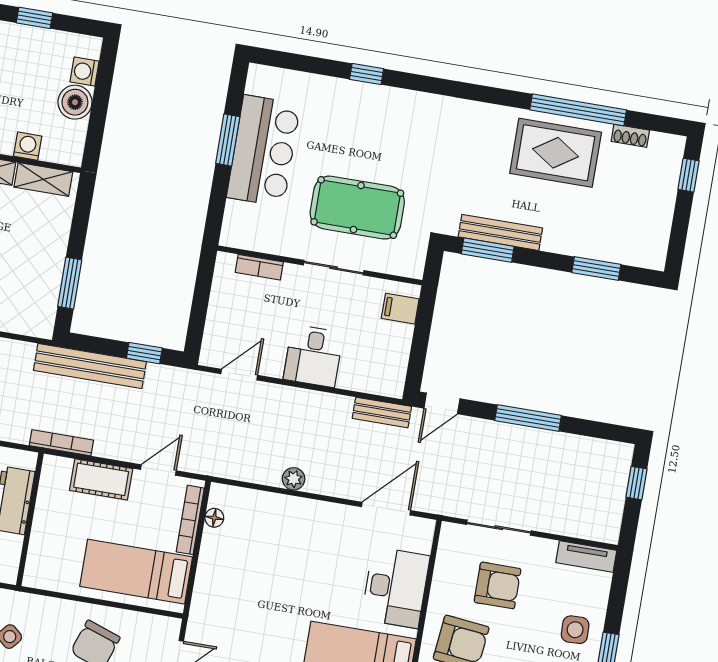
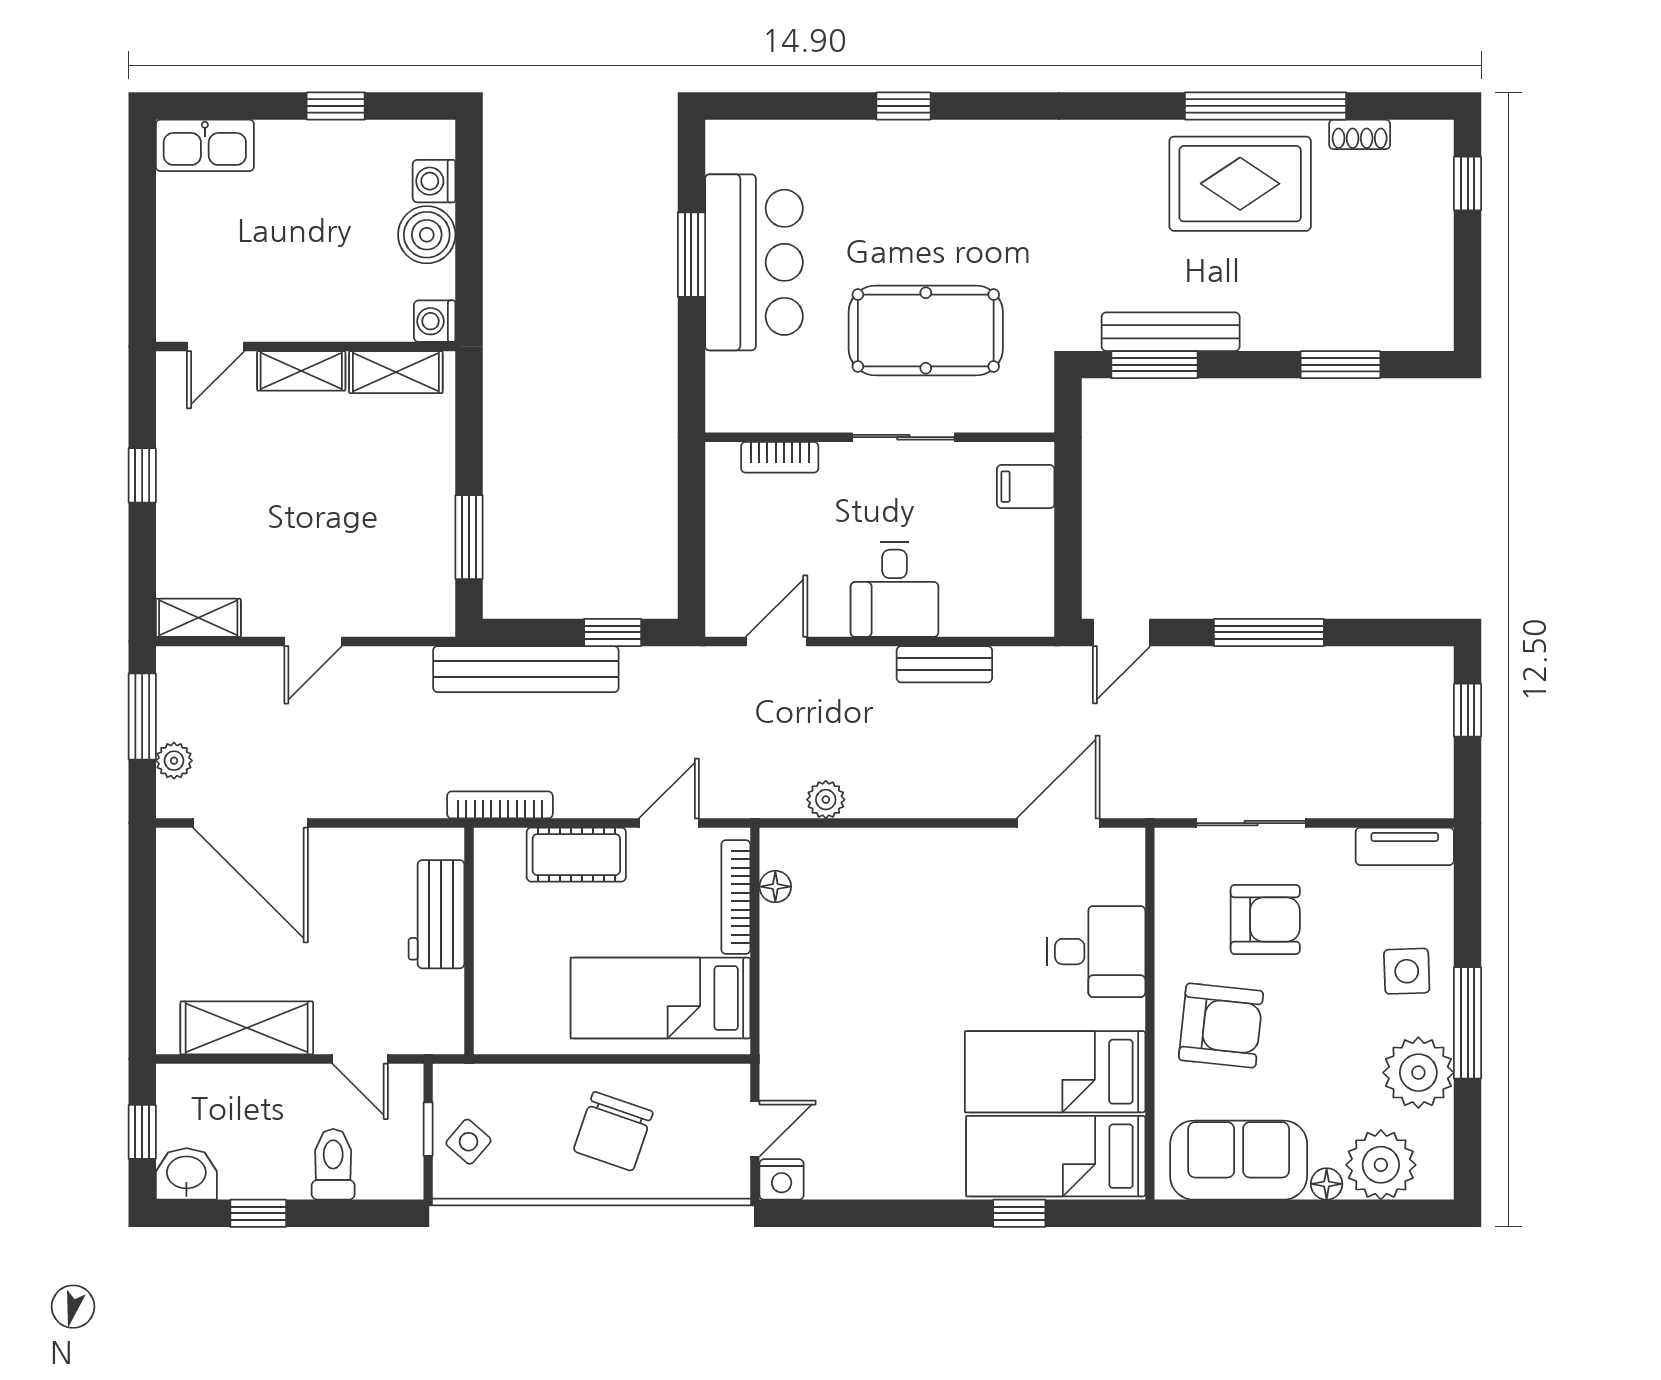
washing machine: (28, 146) -> (435, 321), moved, turned -90
bench: (382, 412) -> (944, 664), moved
plant: (294, 479) -> (826, 800), moved
desk: (395, 587) -> (1096, 952), width x0.73

